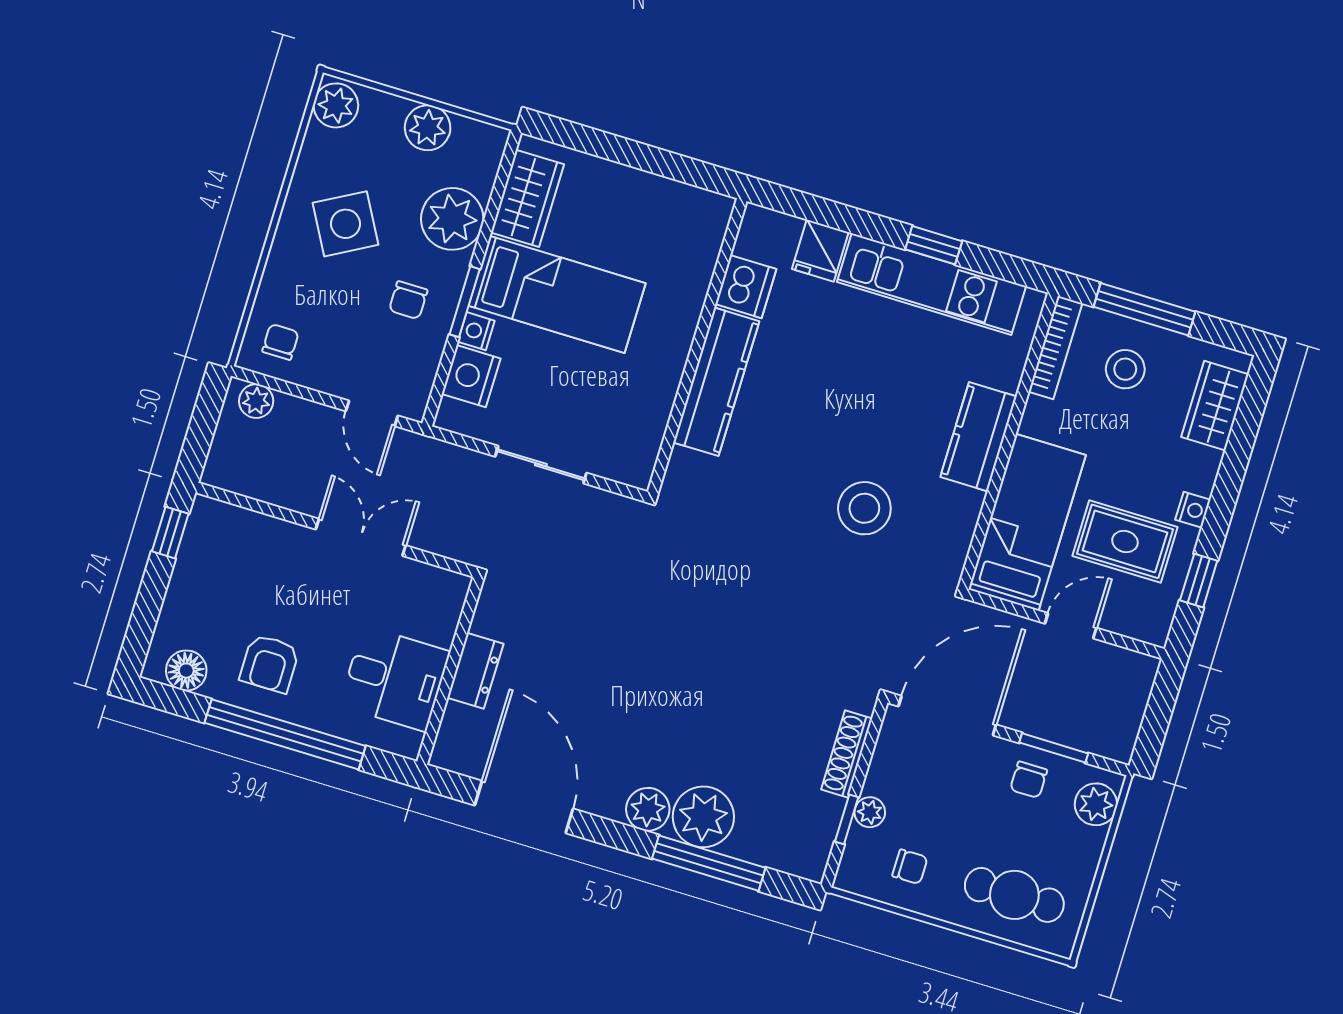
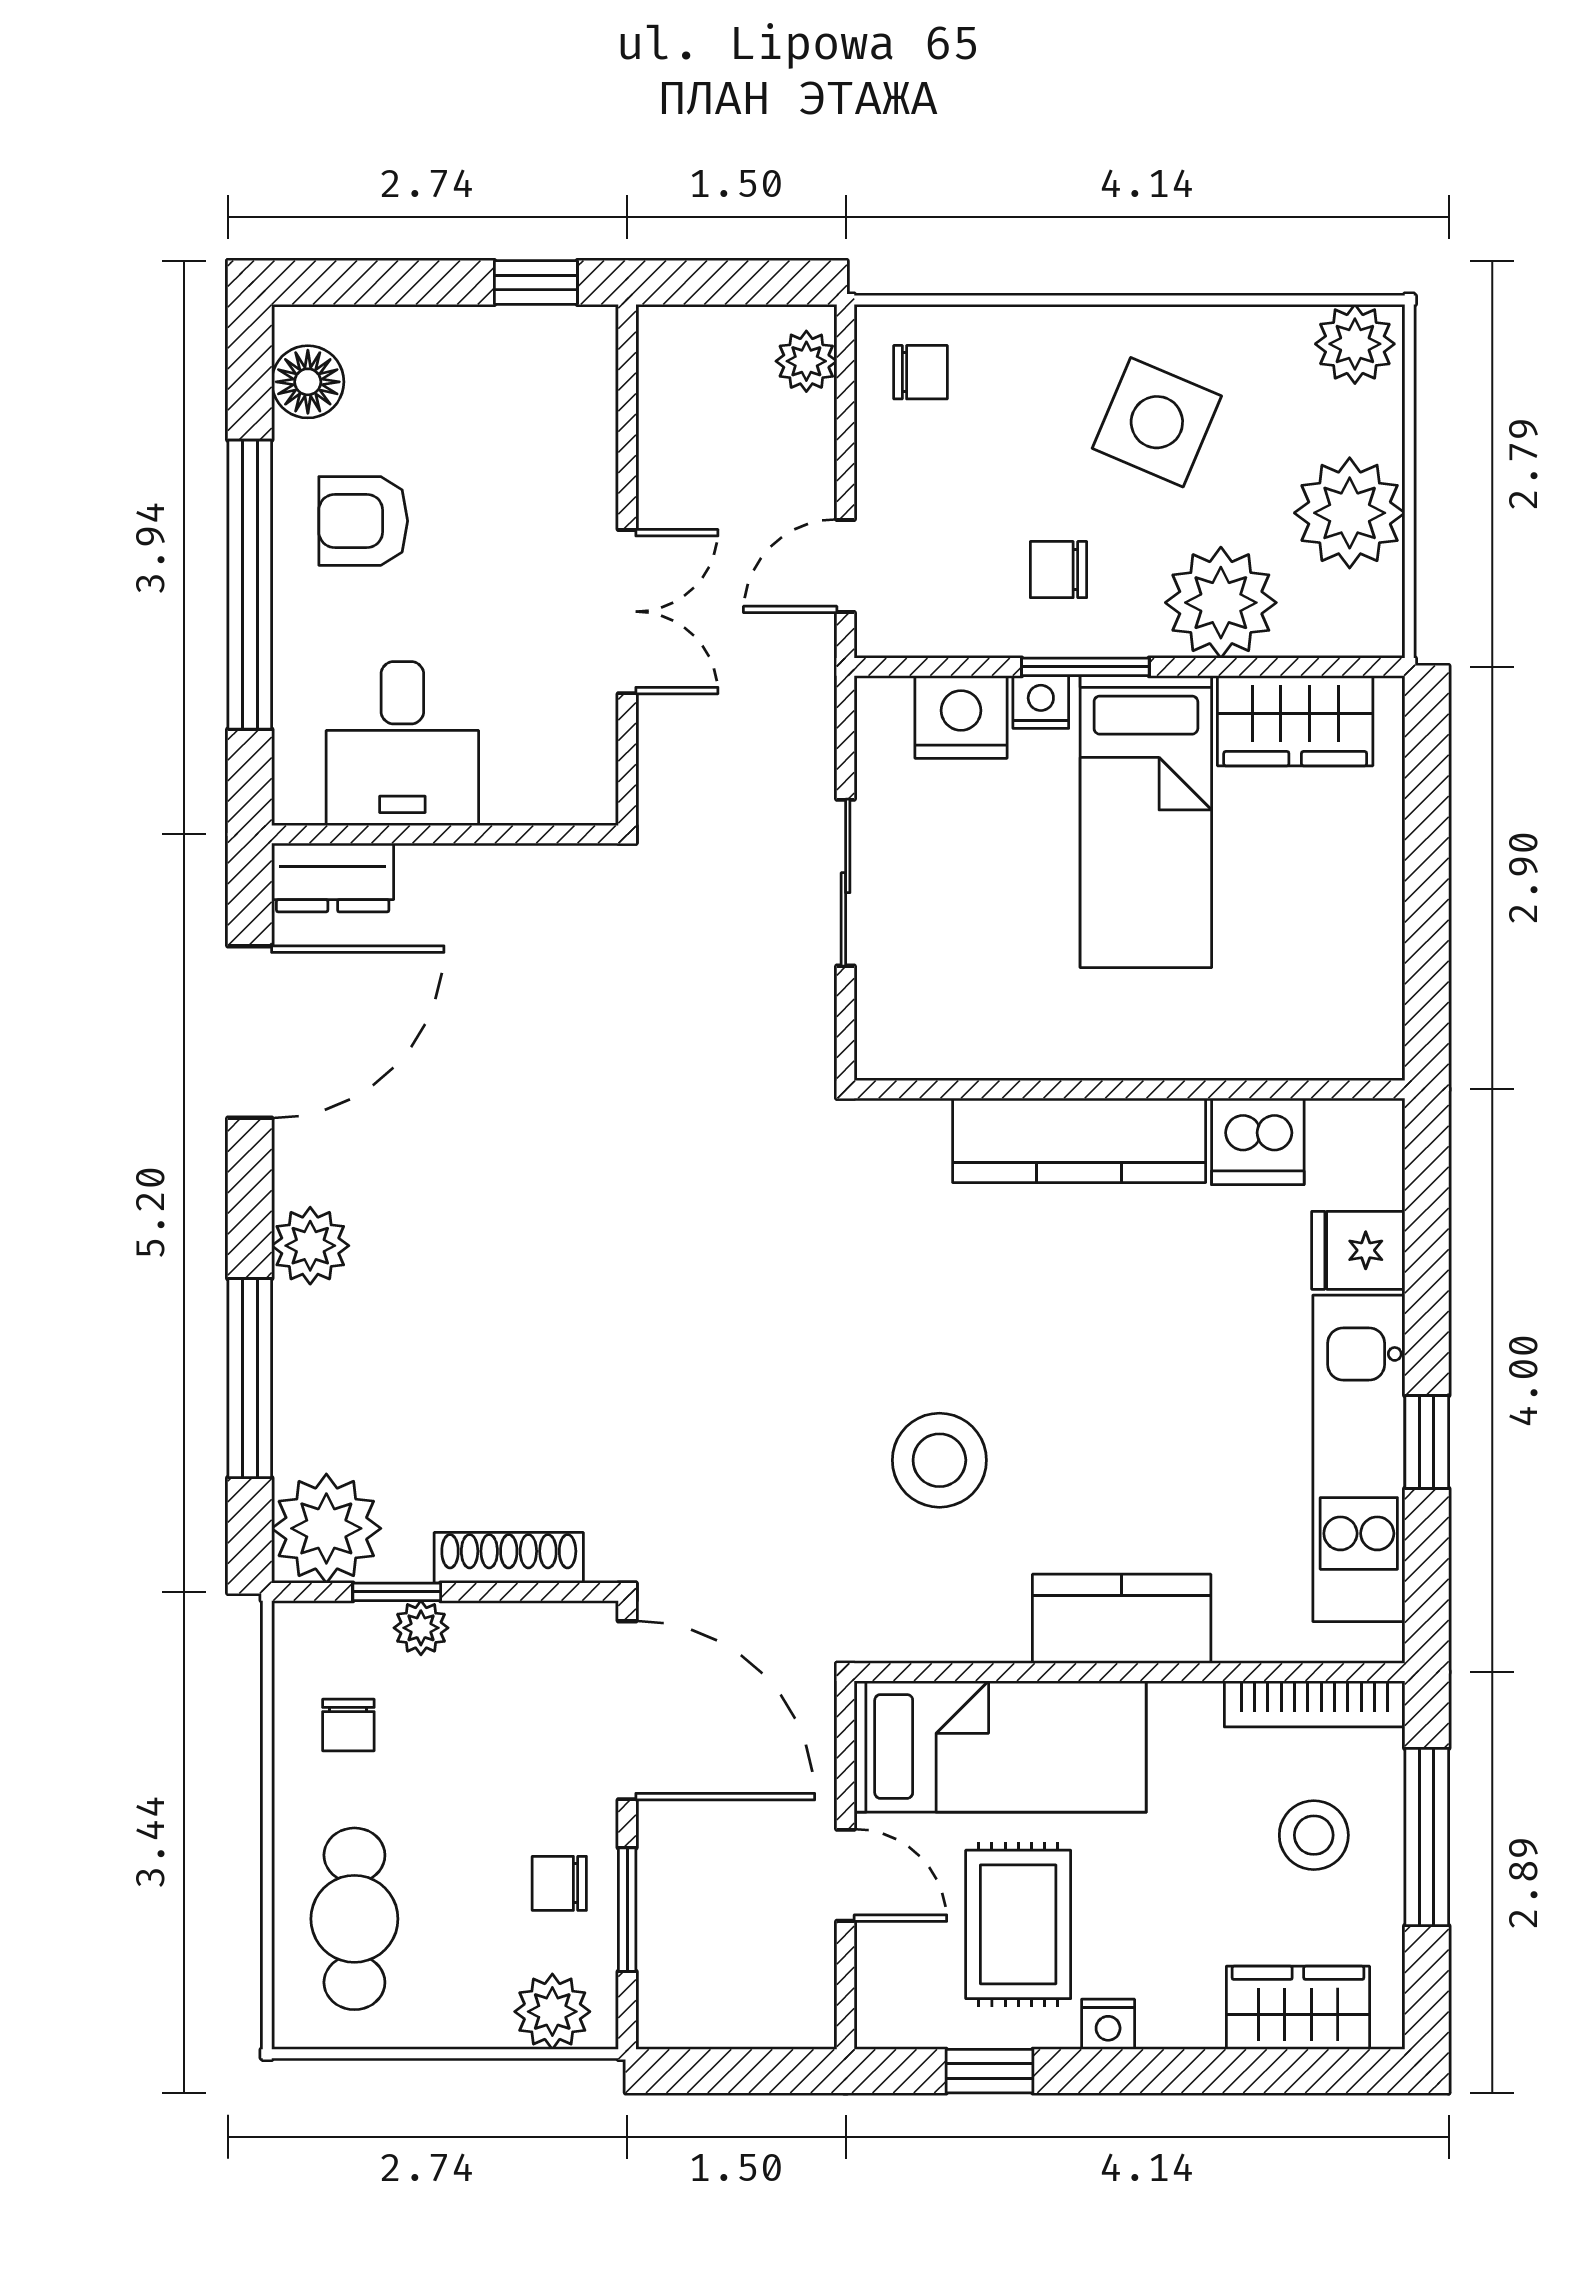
plant: (428, 128) -> (1350, 513), width x1.36, depth x1.36
side table: (345, 224) -> (1157, 422), turned -38
dresser: (475, 671) -> (333, 878), moved
plant: (703, 817) -> (326, 1528), moved

